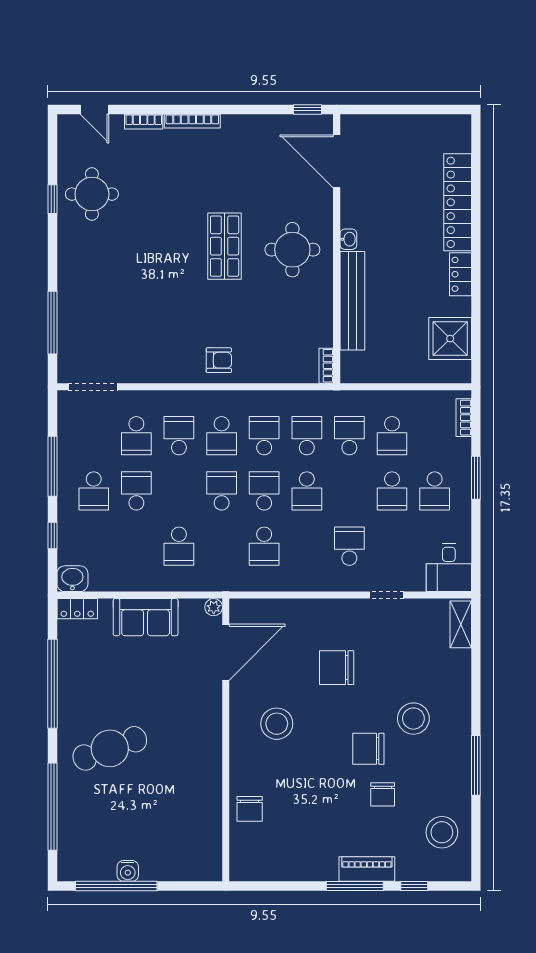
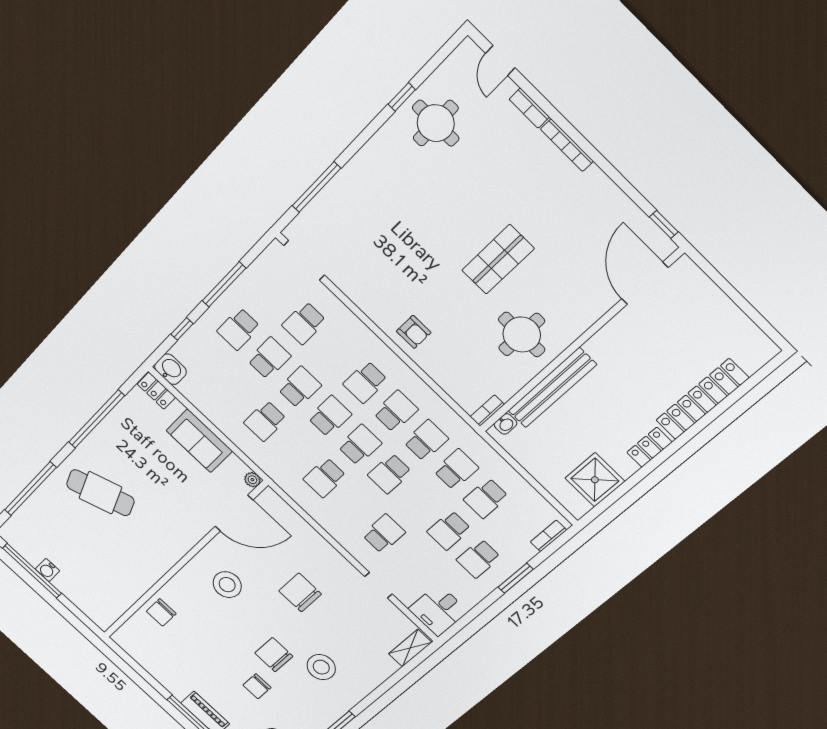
washbasin: (348, 239) -> (506, 424), moved
round table: (292, 250) -> (522, 335), moved
school desk: (179, 436) -> (299, 387), moved

